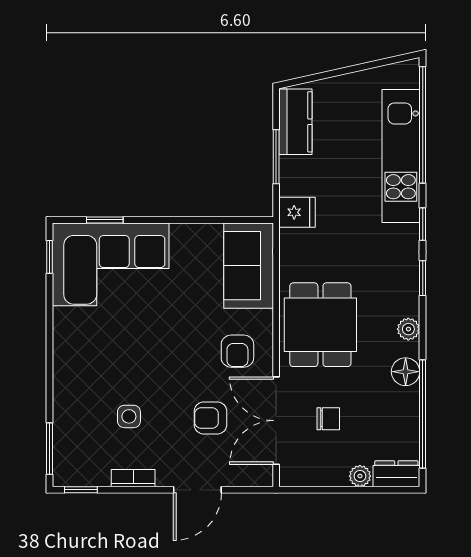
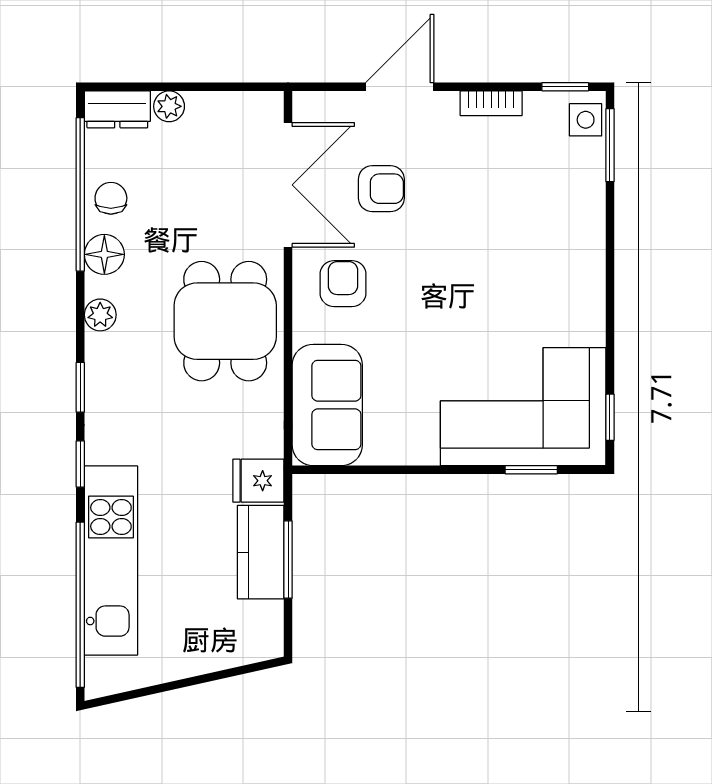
kitchen counter: (295, 122) -> (261, 552), moved
side table: (129, 416) -> (586, 120), moved
chair: (328, 419) -> (111, 198), moved, turned 90

